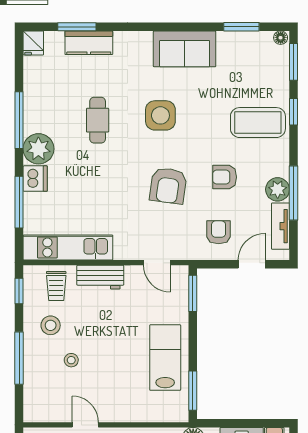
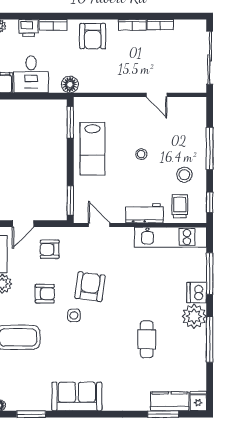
kitchen counter: (89, 43) -> (170, 401), moved
side table: (160, 115) -> (74, 315), moved, width x0.54, depth x0.54
armchair: (219, 232) -> (50, 249), turned 90
stool: (71, 360) -> (141, 154), moved

